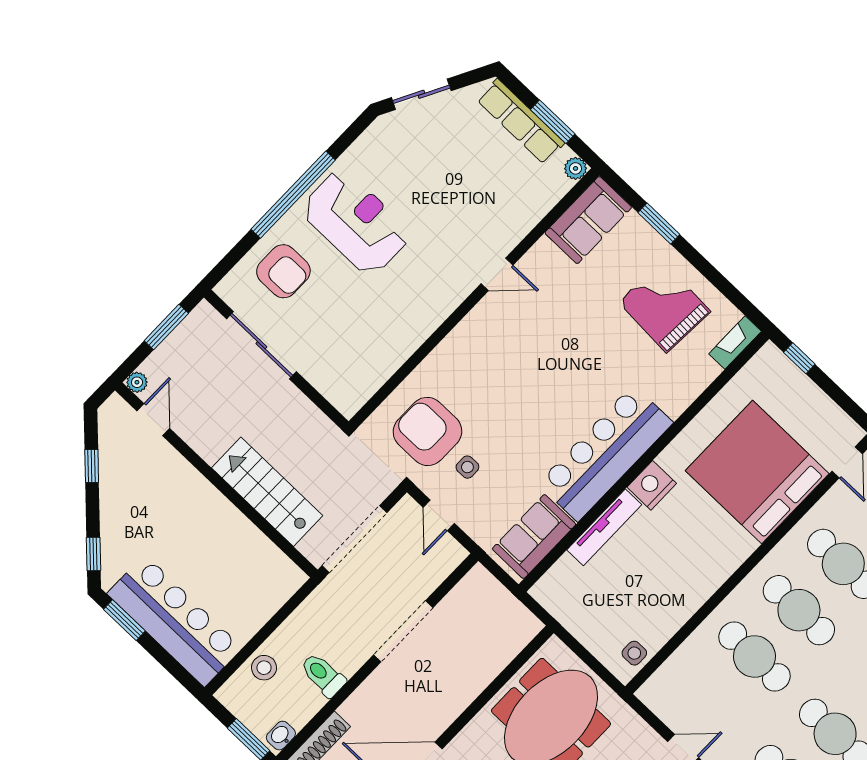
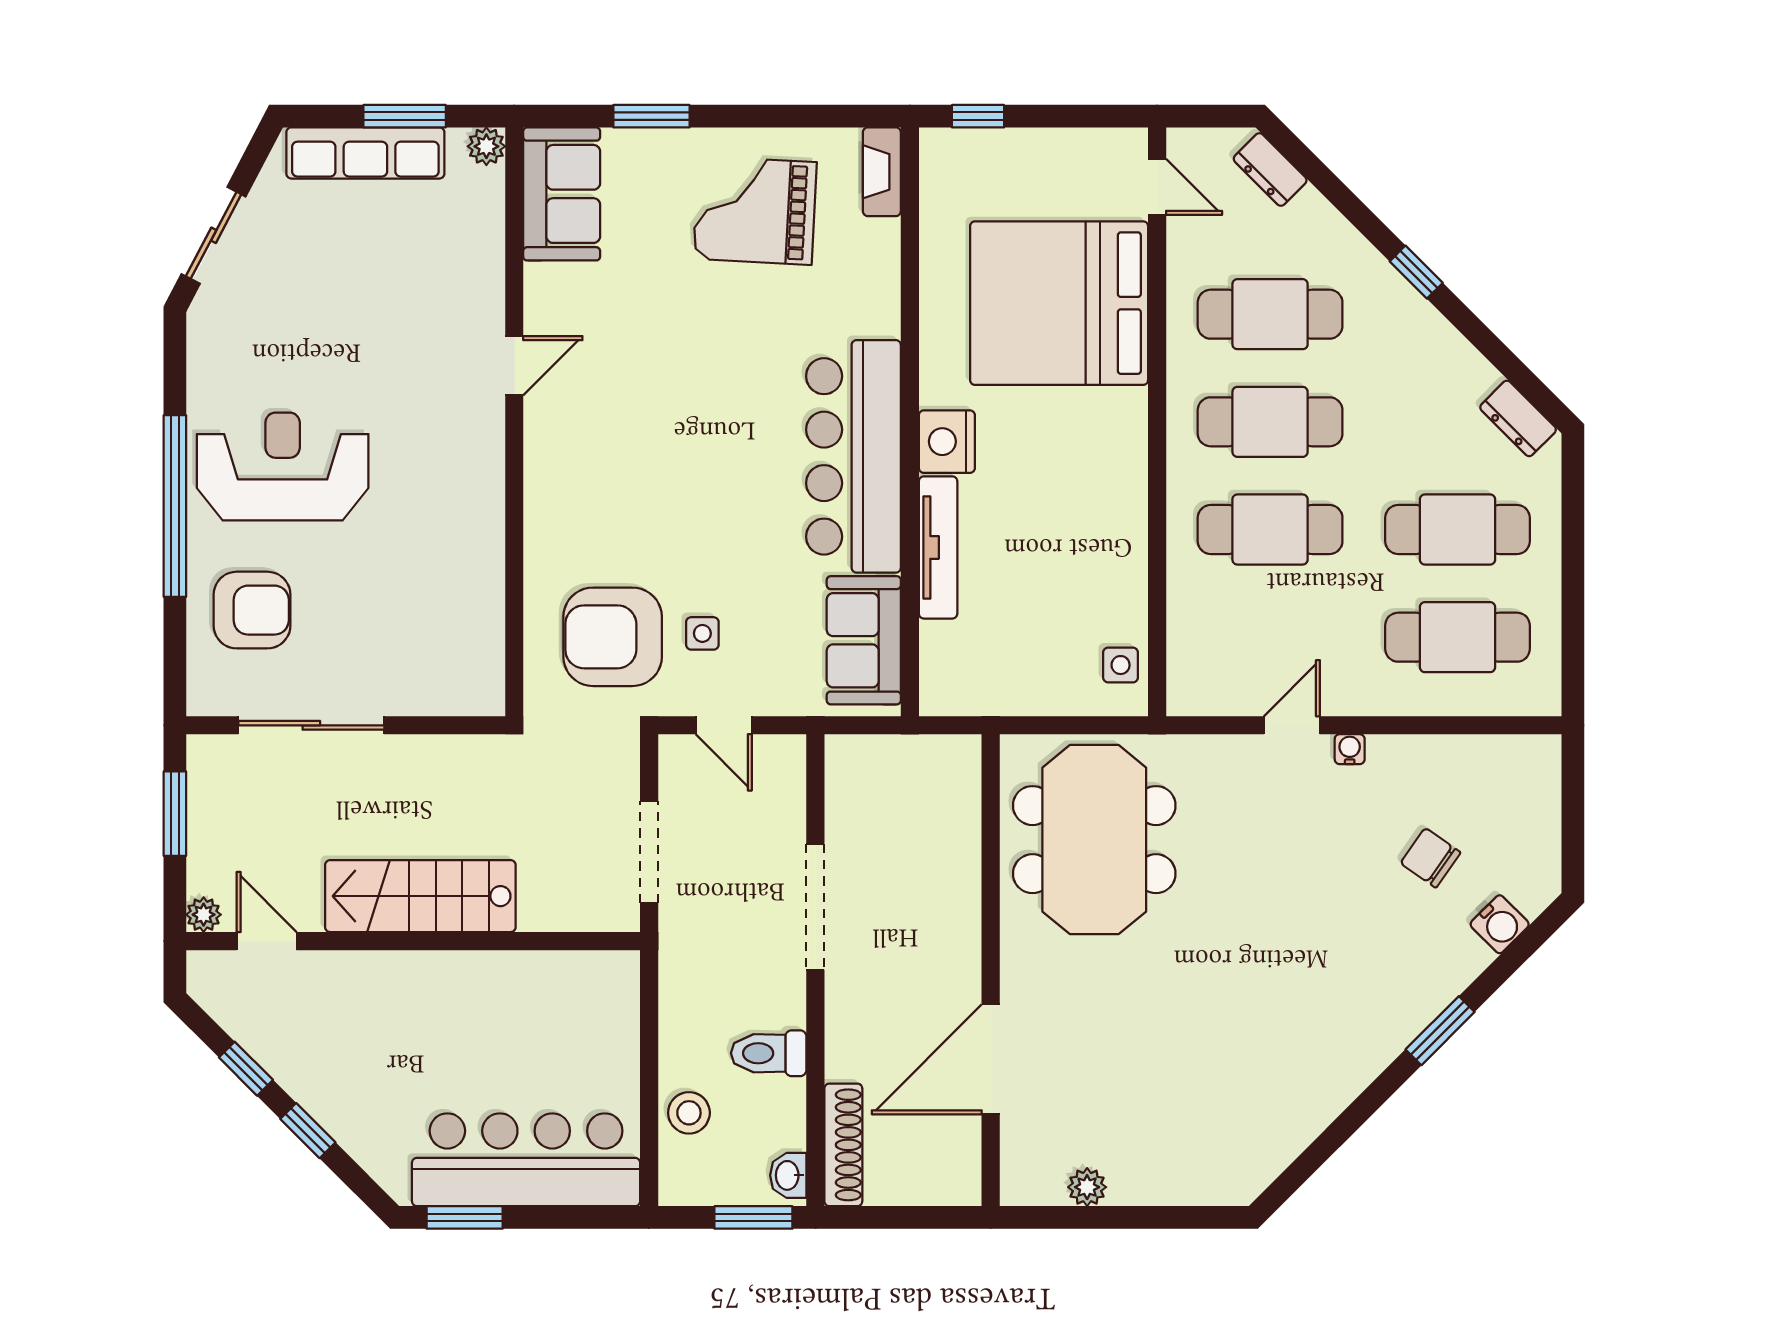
stairs: (267, 492) -> (420, 896), moved
doorway: (354, 539) -> (649, 852), width x0.73
window: (93, 554) -> (308, 1131), moved

